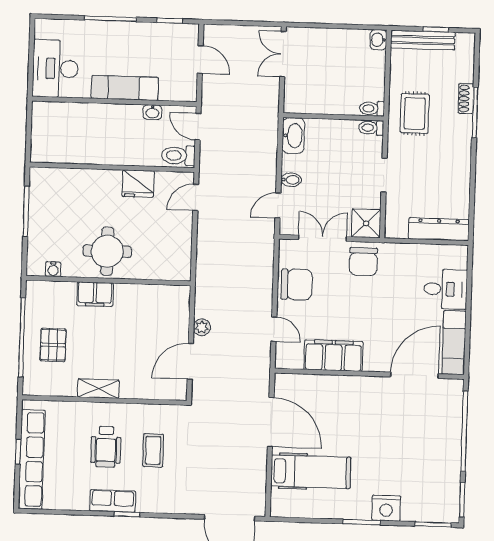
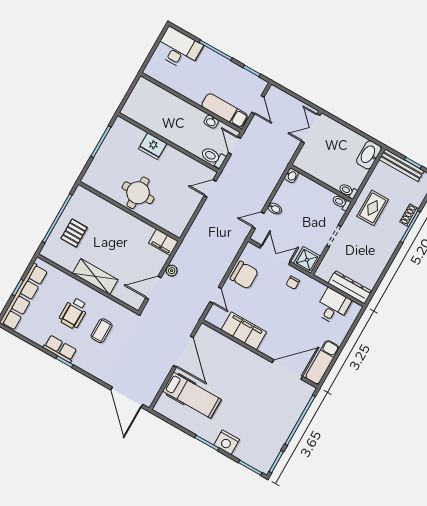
washbasin: (378, 40) -> (369, 155), width x1.91, depth x1.45
desk: (55, 69) -> (179, 49), moved, turned 90
exam couch: (125, 88) -> (225, 111), moved
washbasin: (293, 136) -> (291, 176), width x0.52, depth x0.69
fridge: (138, 184) -> (153, 146), moved
chair: (363, 262) -> (293, 283), width x0.54, depth x0.54
water cooler: (53, 269) -> (99, 186), removed
desk: (446, 289) -> (333, 307), moved, turned -90
filing cabinet: (95, 294) -> (163, 242), moved
shelving: (98, 389) -> (95, 276), width x1.50, depth x1.33

